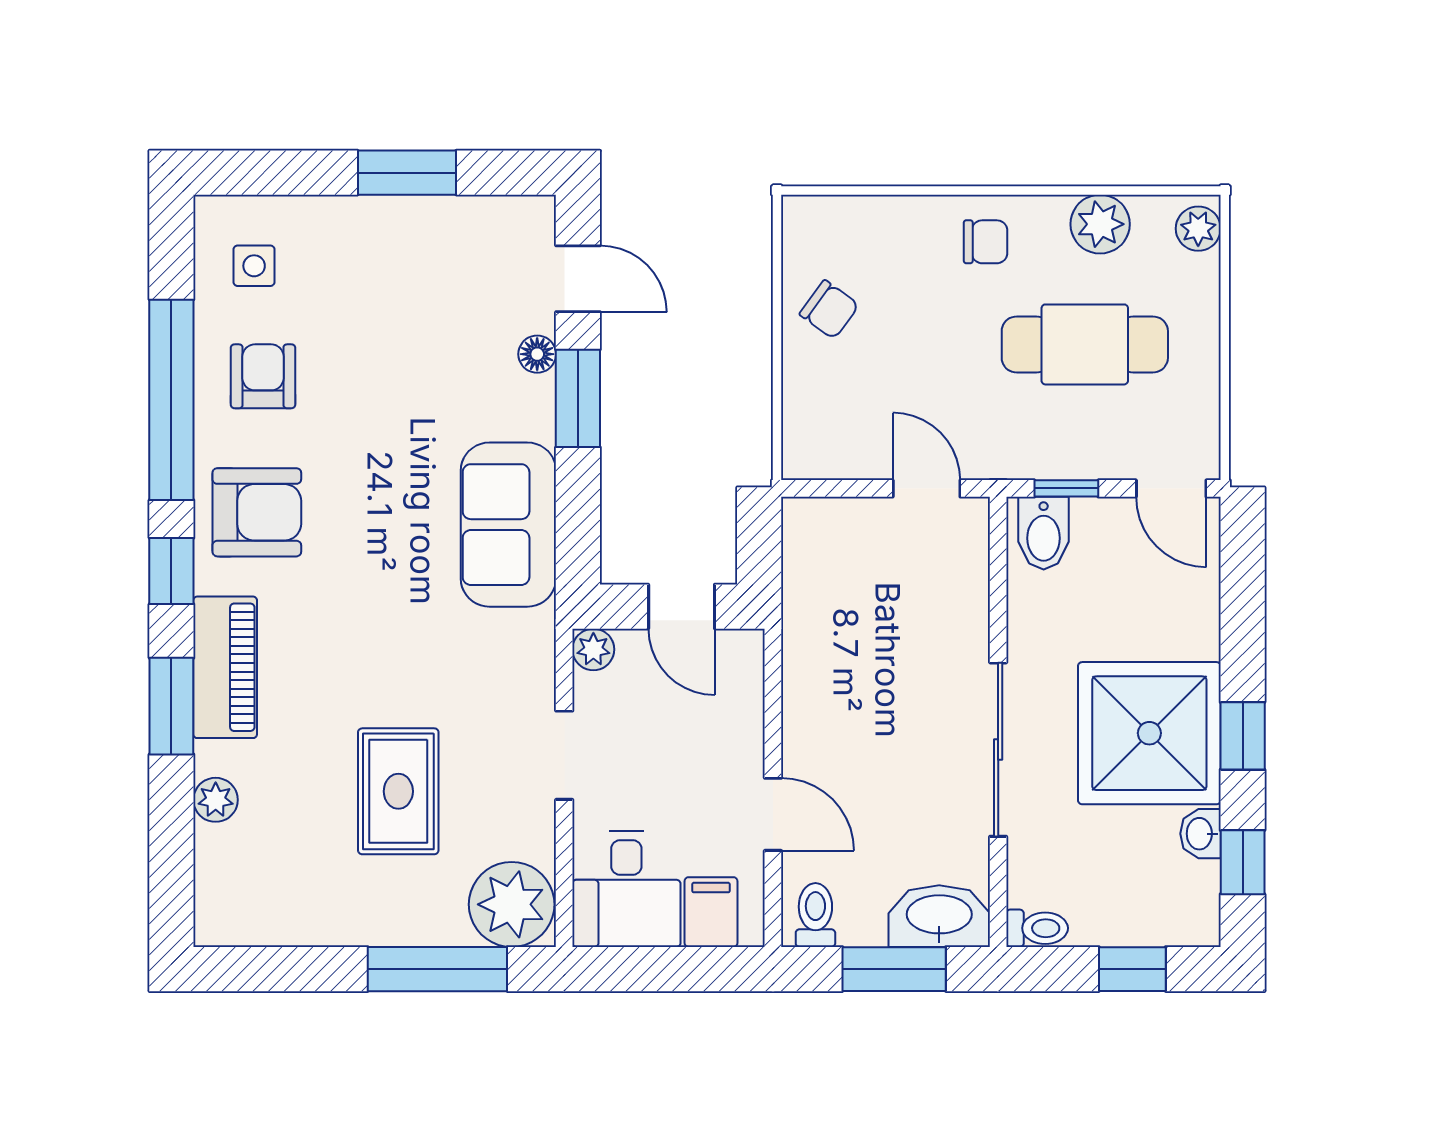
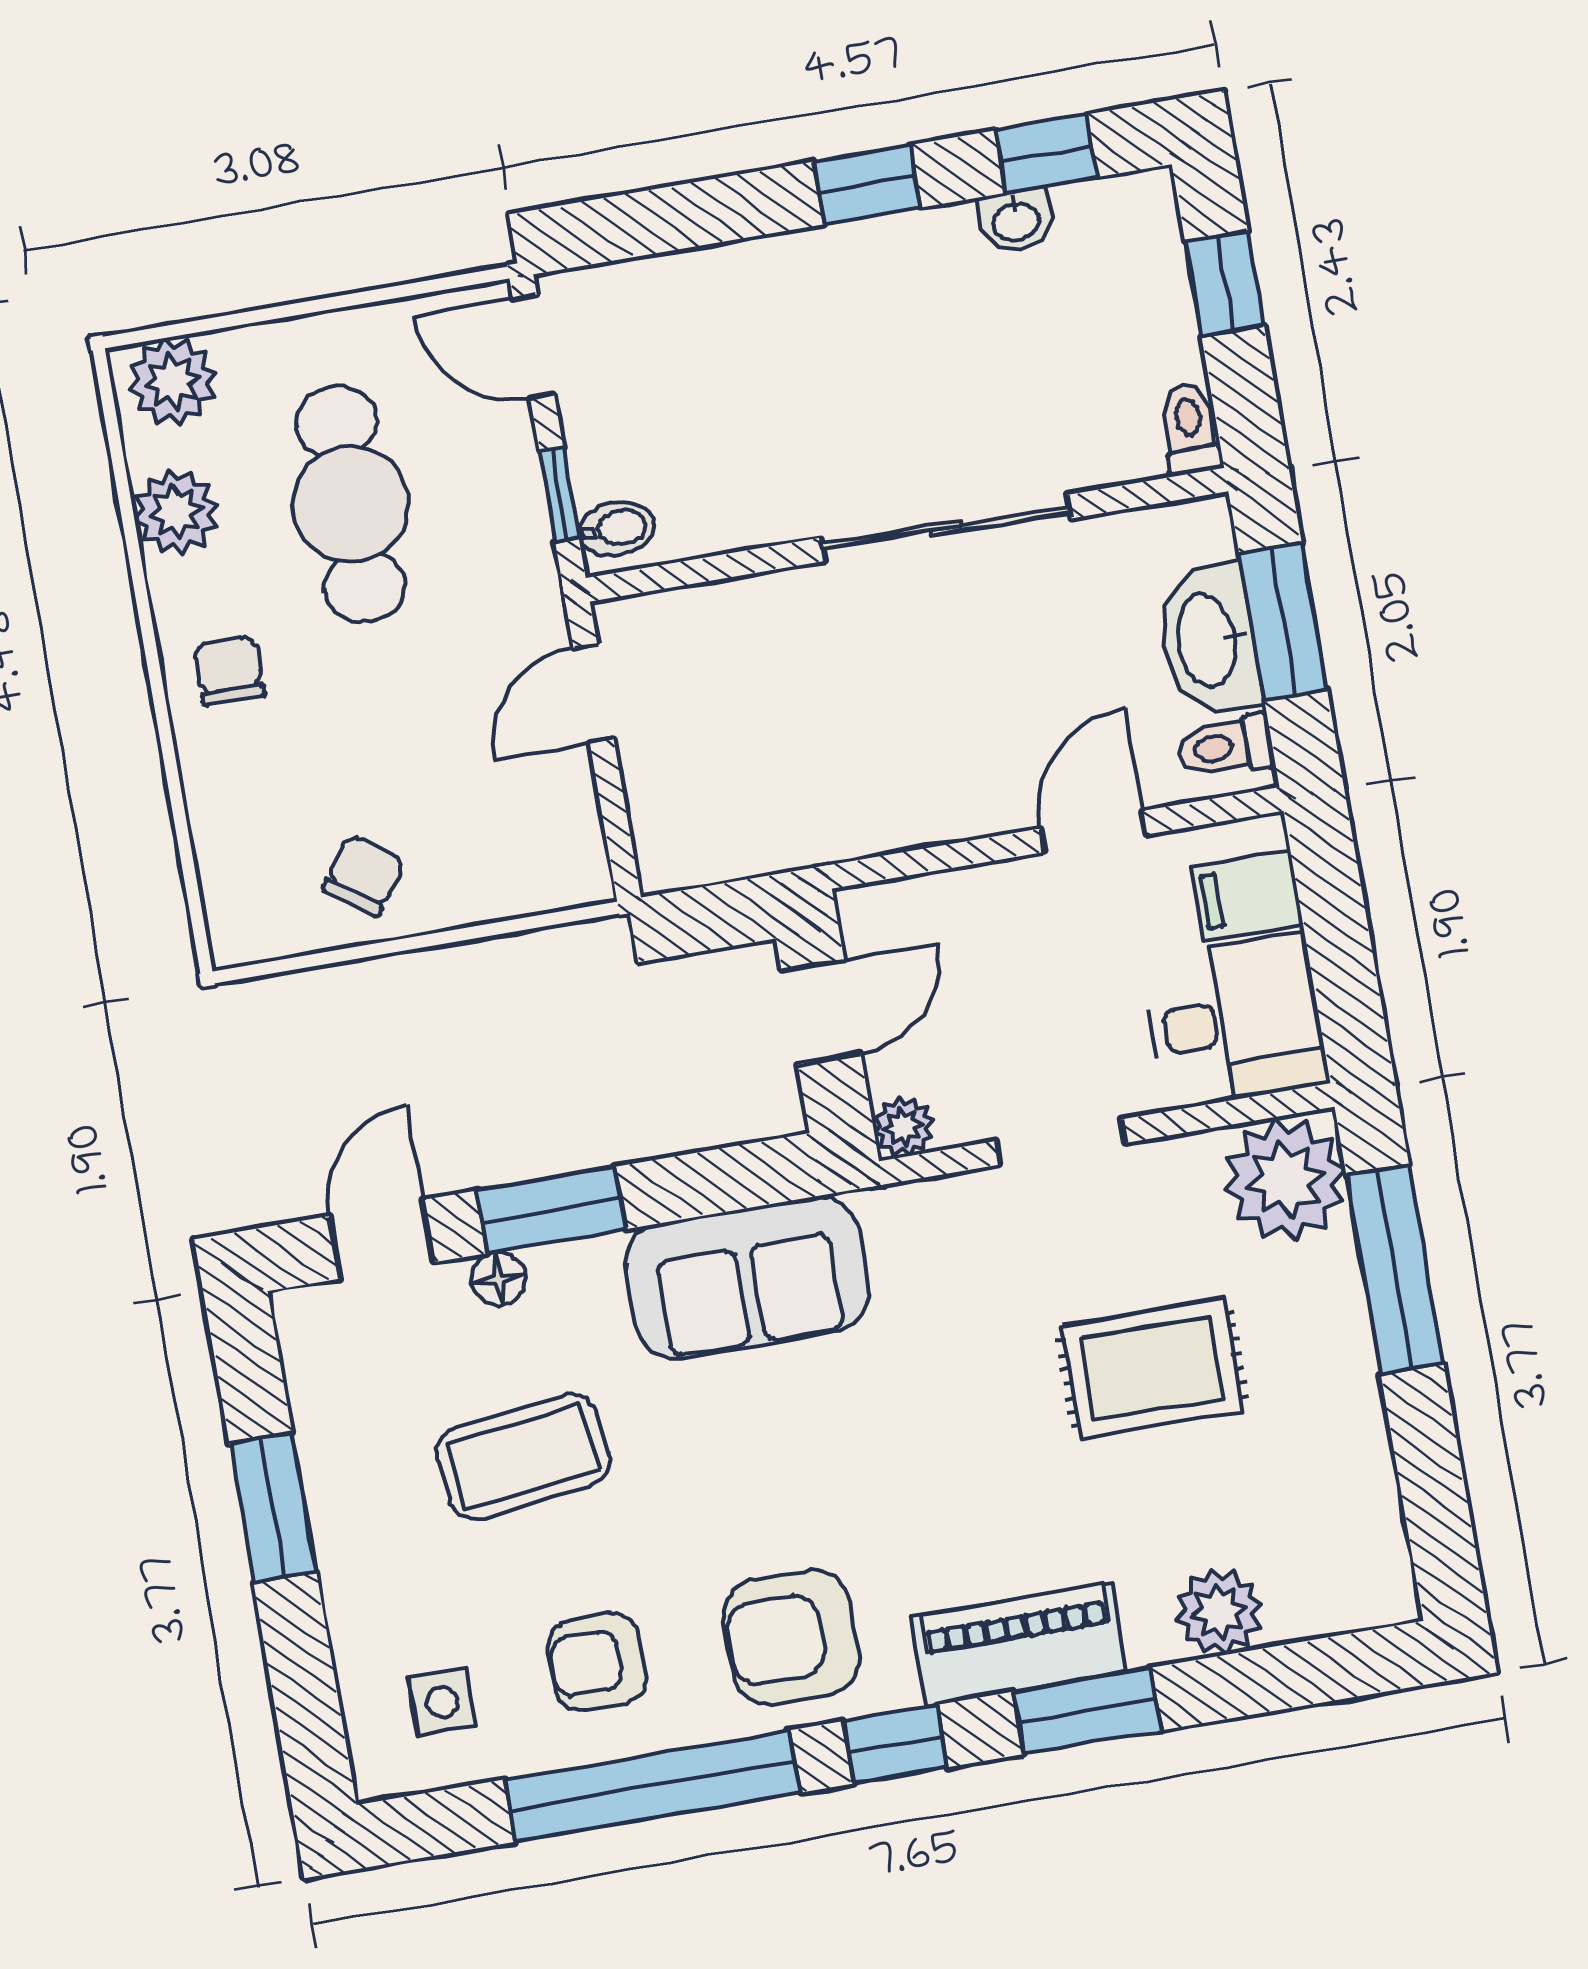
plant: (1198, 229) -> (172, 382), width x1.38, depth x1.38
coffee table: (412, 350) -> (523, 1457), added
door: (1171, 488) -> (534, 346), swing flipped
armchair: (257, 512) -> (791, 1637), turned -90
bidet: (1044, 533) -> (616, 529), width x0.72, depth x0.74
shower: (1149, 733) -> (886, 317), removed
plant: (216, 800) -> (1219, 1612), width x1.38, depth x1.38
washbasin: (939, 916) -> (1209, 640), moved

